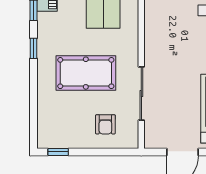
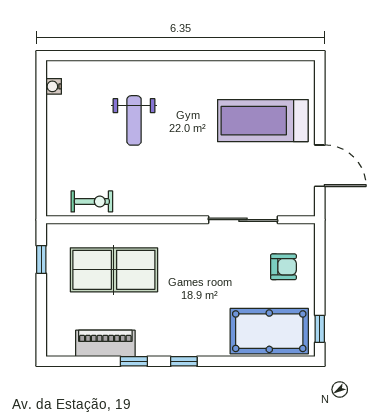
pool table: (86, 73) -> (269, 331), moved, turned 90

